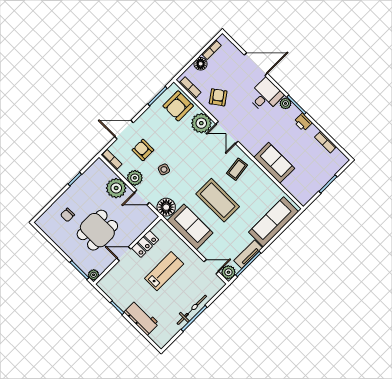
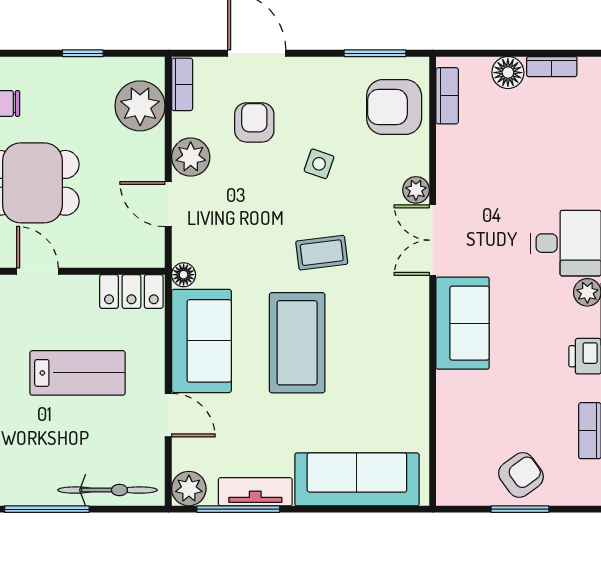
armchair: (218, 97) -> (521, 475), moved
plant: (201, 123) -> (416, 190), width x0.53, depth x0.53
sofa: (274, 163) -> (463, 323), moved
side table: (164, 169) -> (319, 164), moved
coffee table: (237, 169) -> (322, 253), moved
plant: (116, 188) -> (140, 106), moved
floor lamp: (166, 207) -> (184, 275), width x0.53, depth x0.53
locker: (145, 244) -> (131, 292), moved
door: (211, 267) -> (168, 415), moved
bicycle: (192, 310) -> (107, 490), moved

